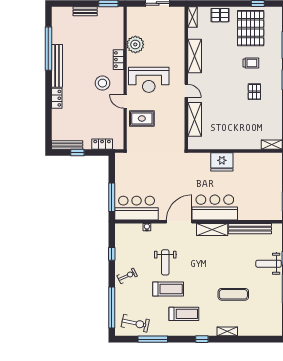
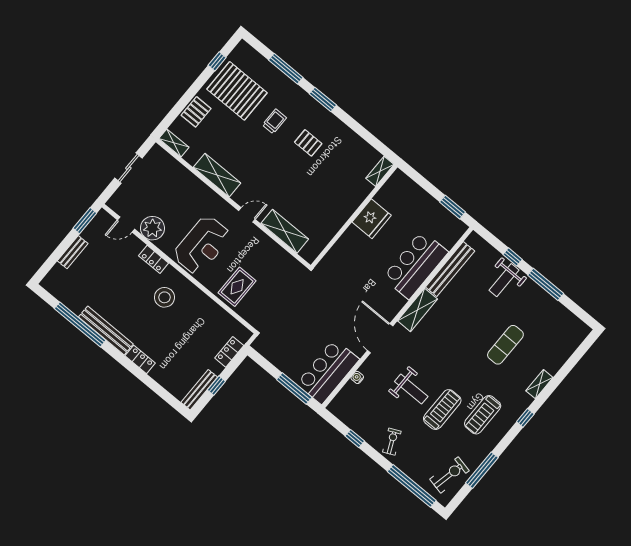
door: (125, 101) -> (126, 225), moved
fridge: (222, 162) -> (372, 219), moved
bar counter: (215, 207) -> (415, 265), moved
treadmill: (184, 314) -> (483, 415), turned 180

